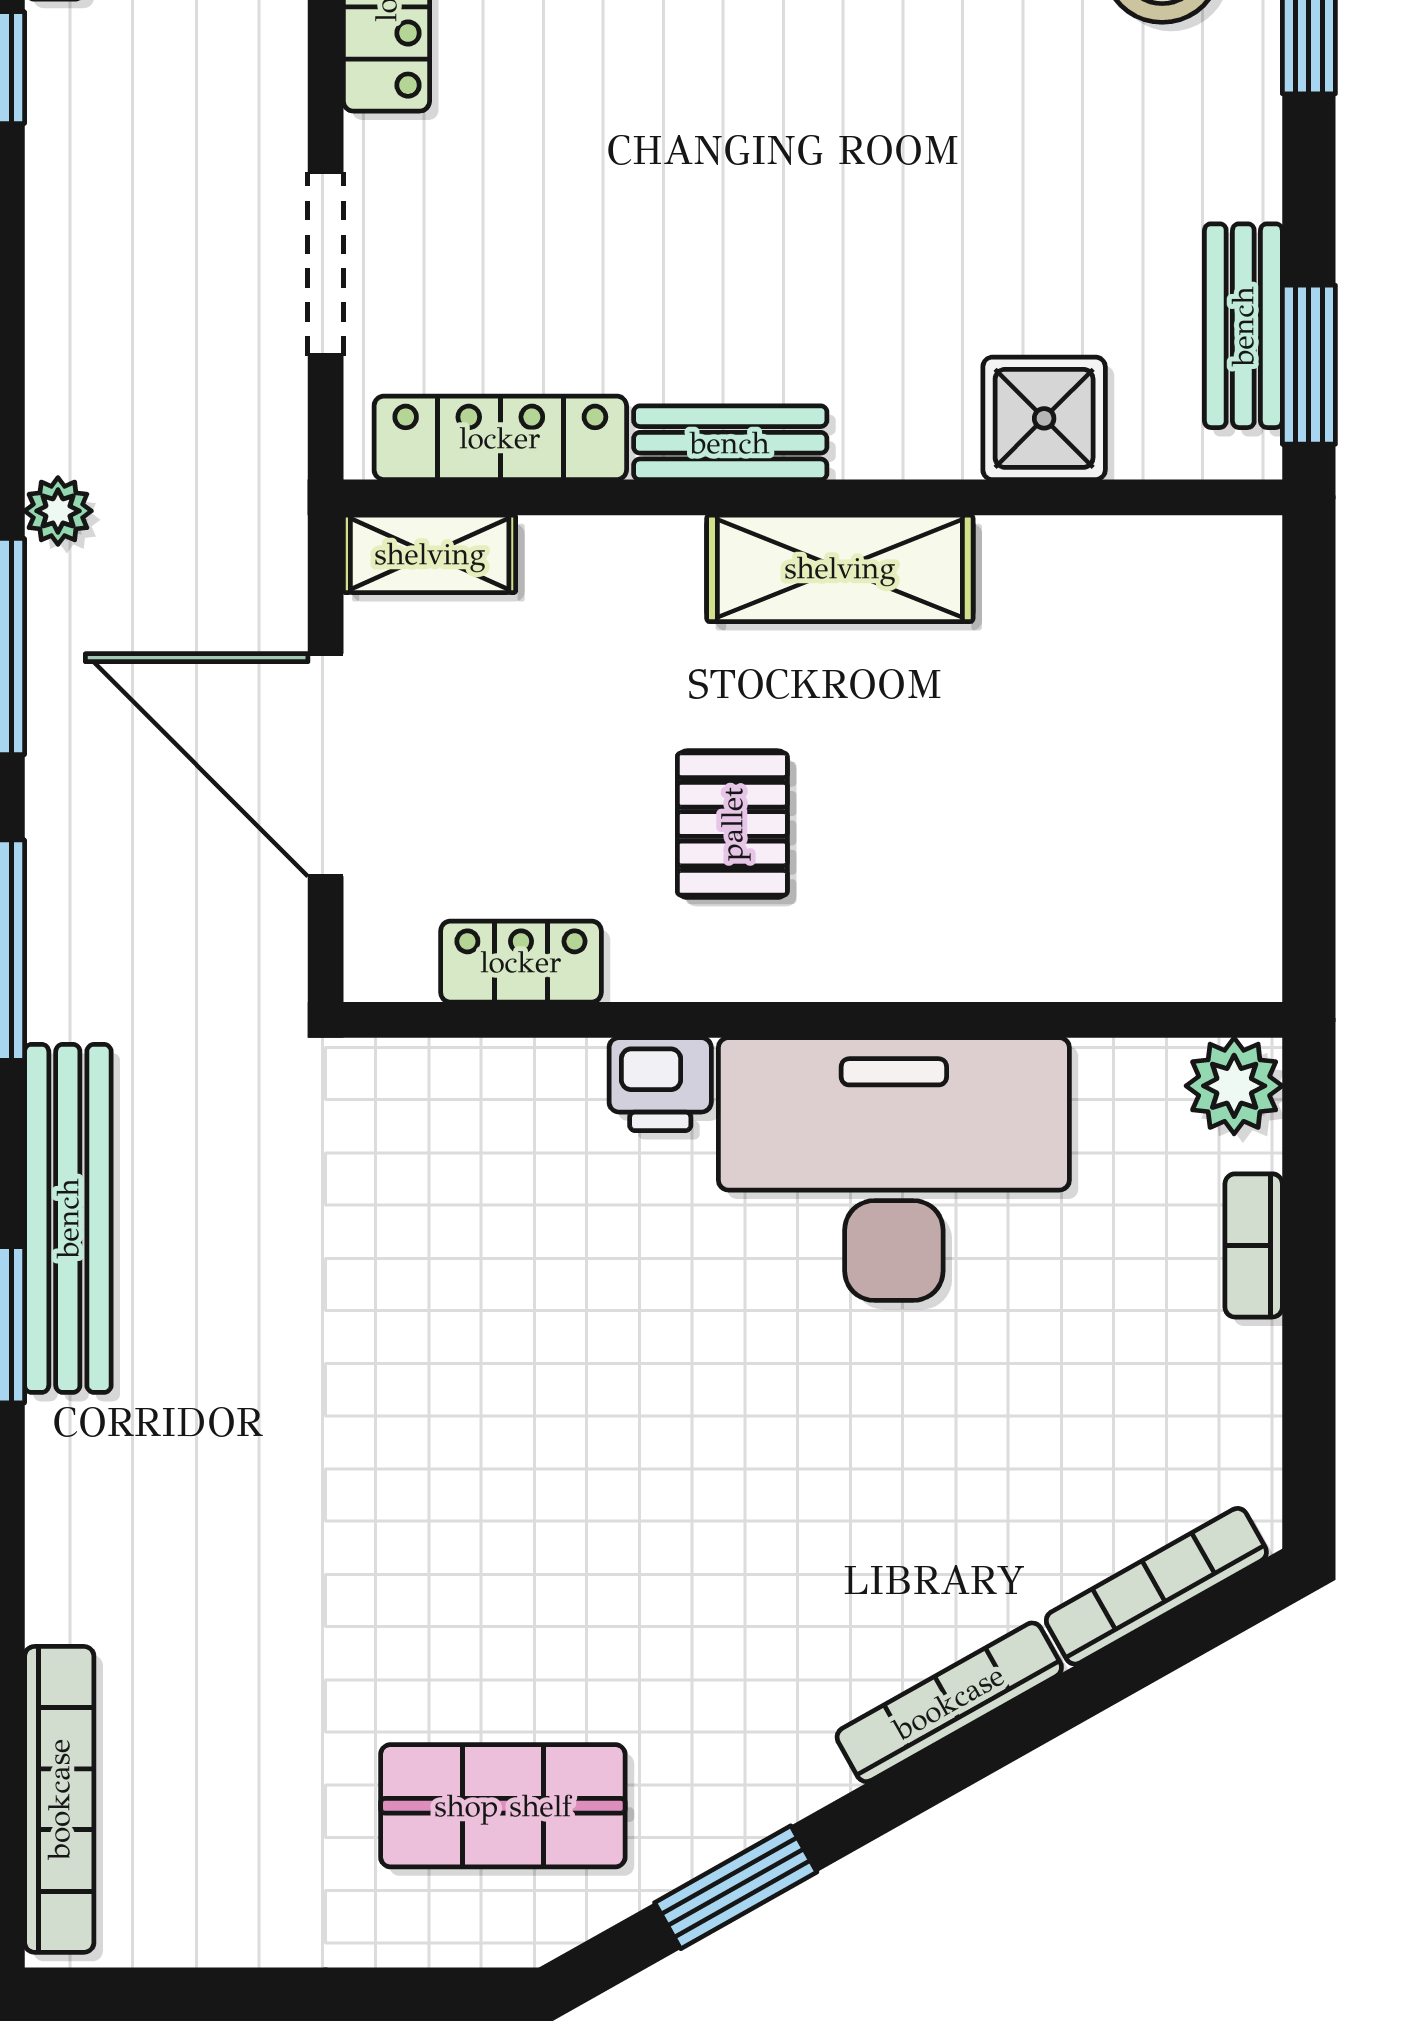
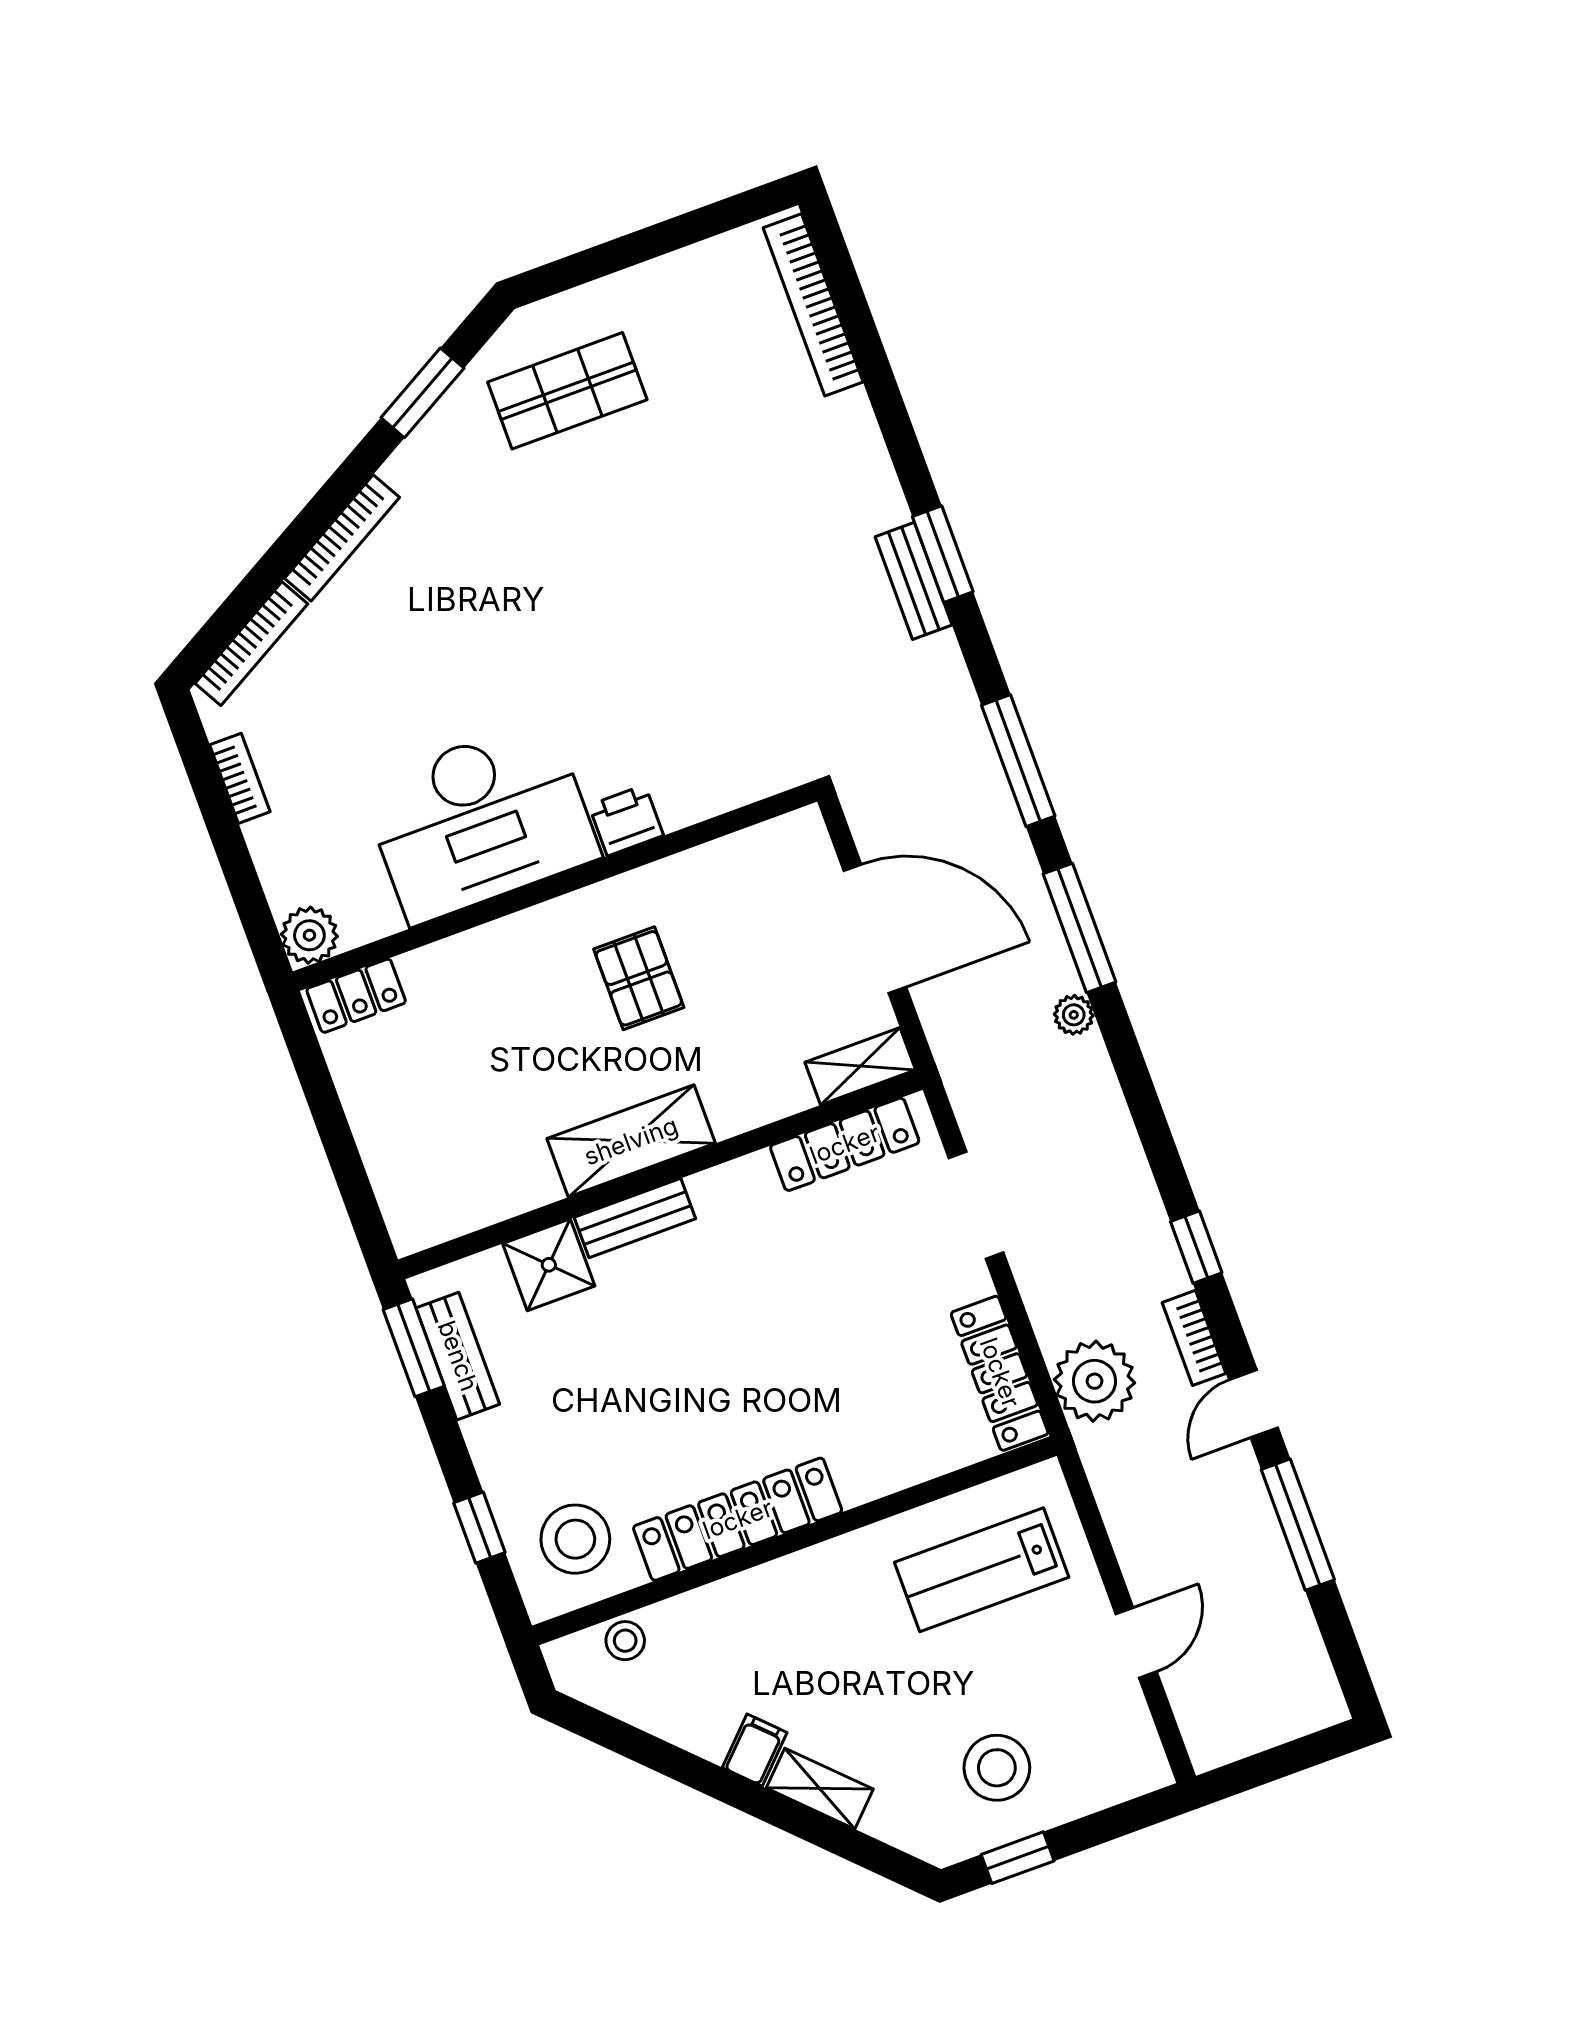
bench: (730, 443) -> (635, 1218), moved
locker: (521, 962) -> (356, 996), moved
bench: (68, 1218) -> (914, 581), width x0.54, depth x0.82
bookcase: (1254, 1245) -> (240, 778), moved

